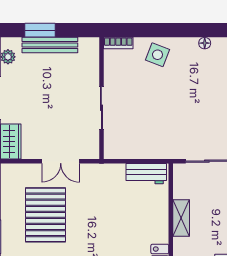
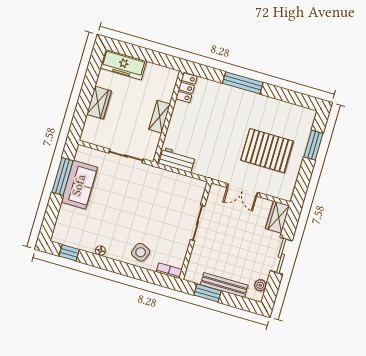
window: (40, 30) -> (208, 293), moved
double door: (61, 161) -> (242, 190), swing flipped
pallet: (45, 215) -> (267, 151), turned 90

